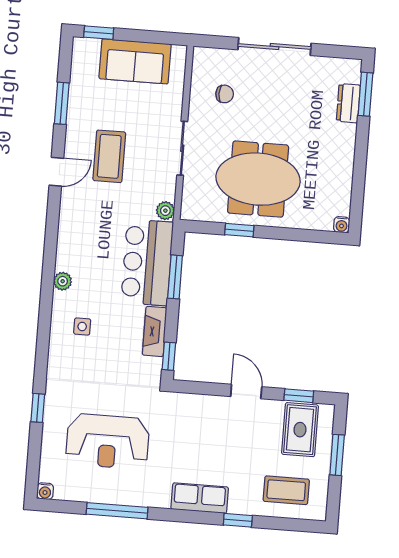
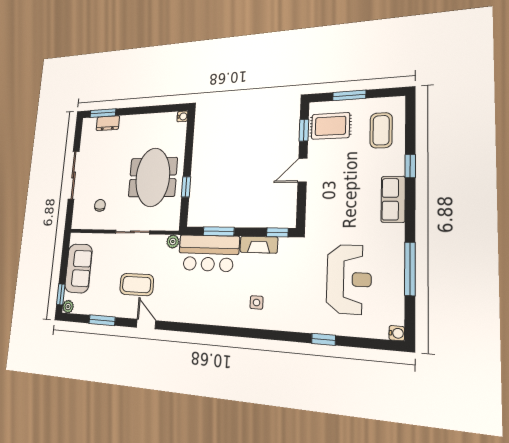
plant: (63, 281) -> (68, 307), moved

